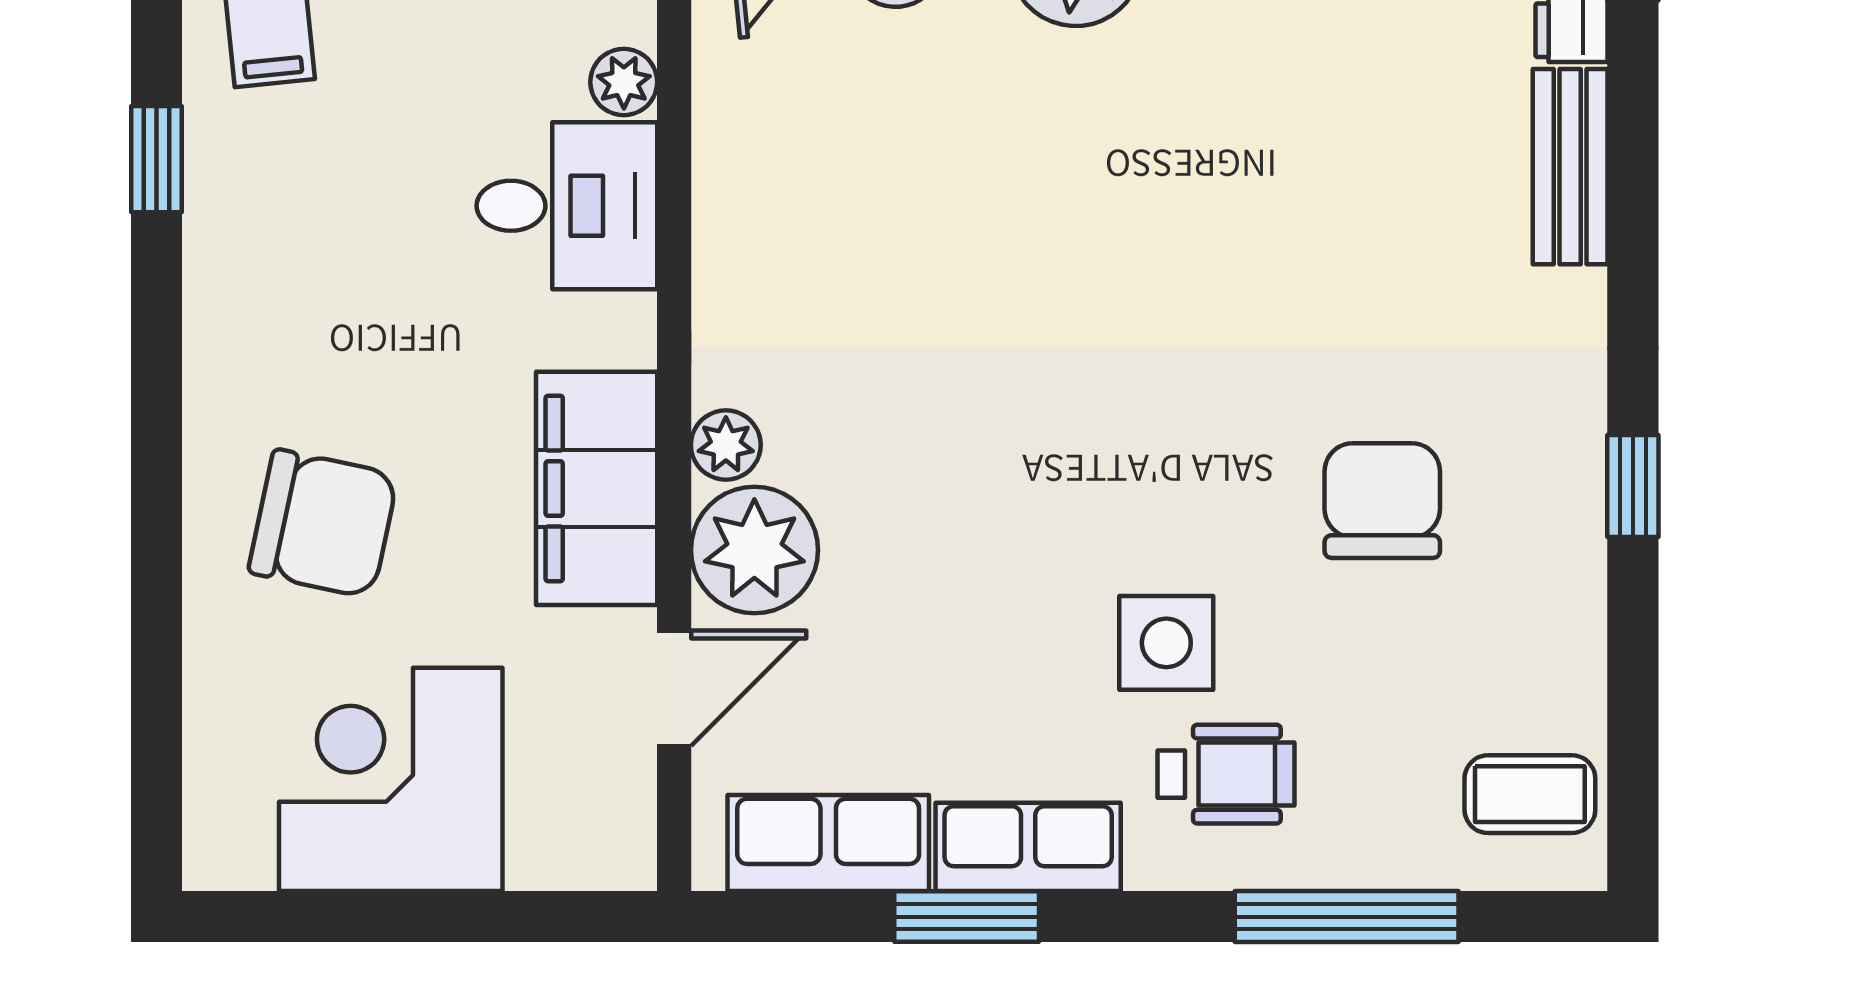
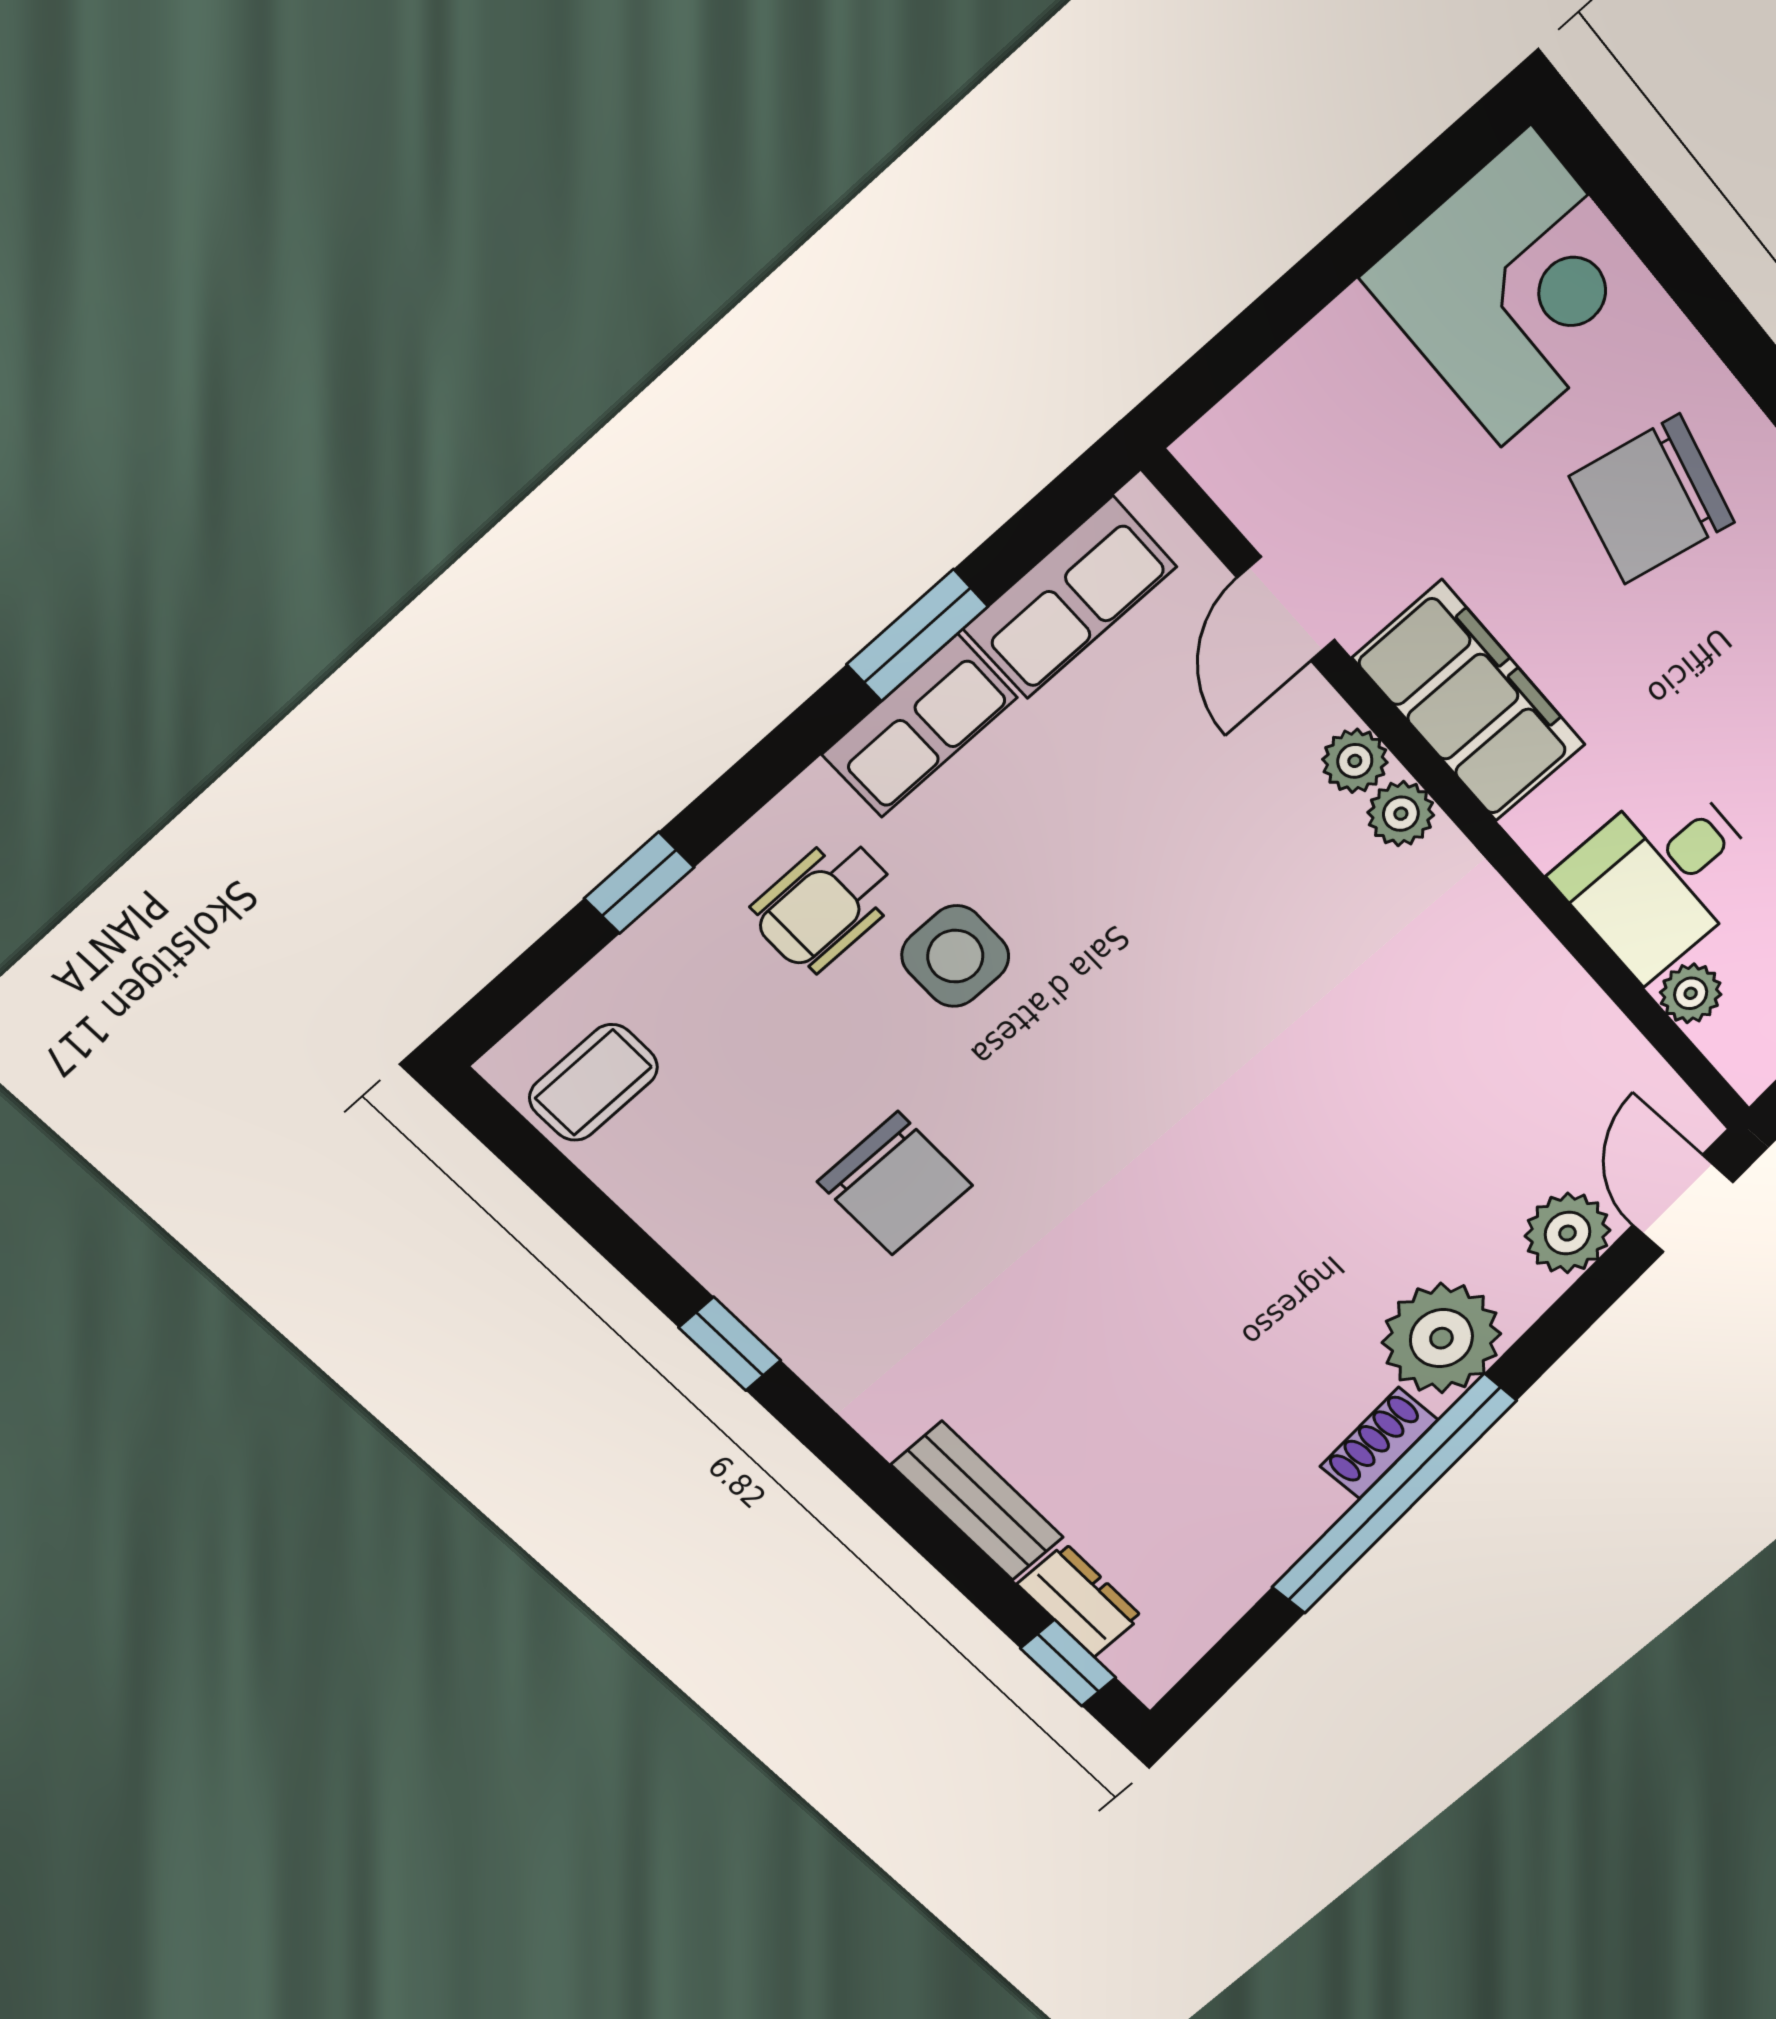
plant: (754, 550) -> (1355, 761), width x0.53, depth x0.53
corner desk: (391, 779) -> (1516, 288), moved
window: (1347, 917) -> (639, 883), width x0.46

